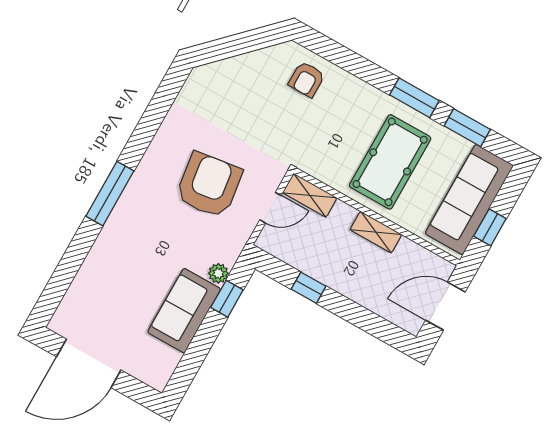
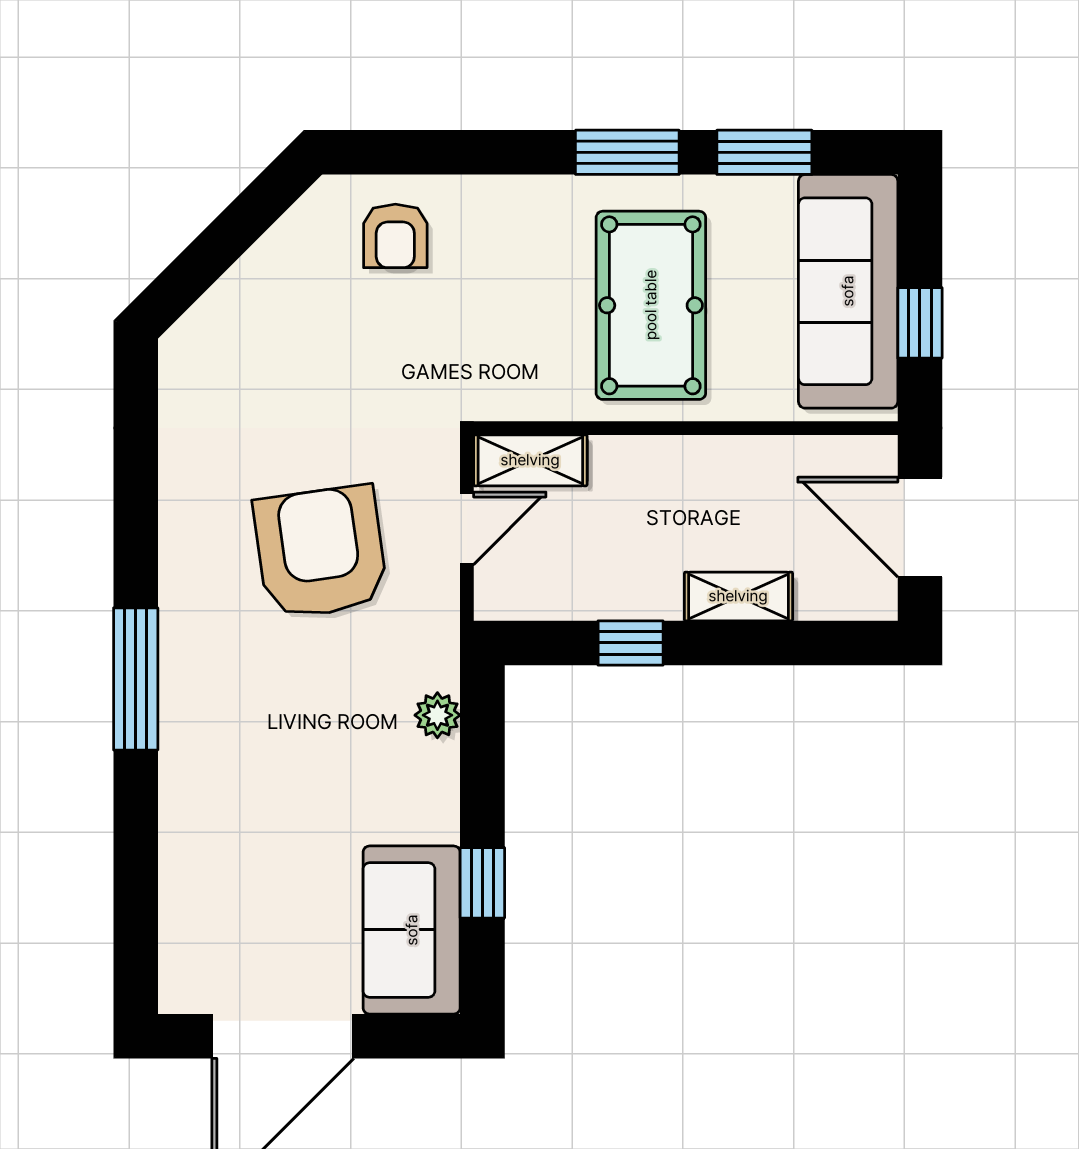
shelving: (376, 232) -> (738, 596), moved
window: (227, 299) -> (482, 883), moved
door: (445, 306) -> (920, 527), hinge flipped
sofa: (184, 311) -> (412, 930), moved

